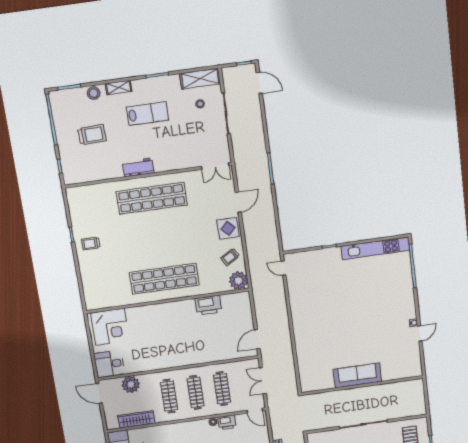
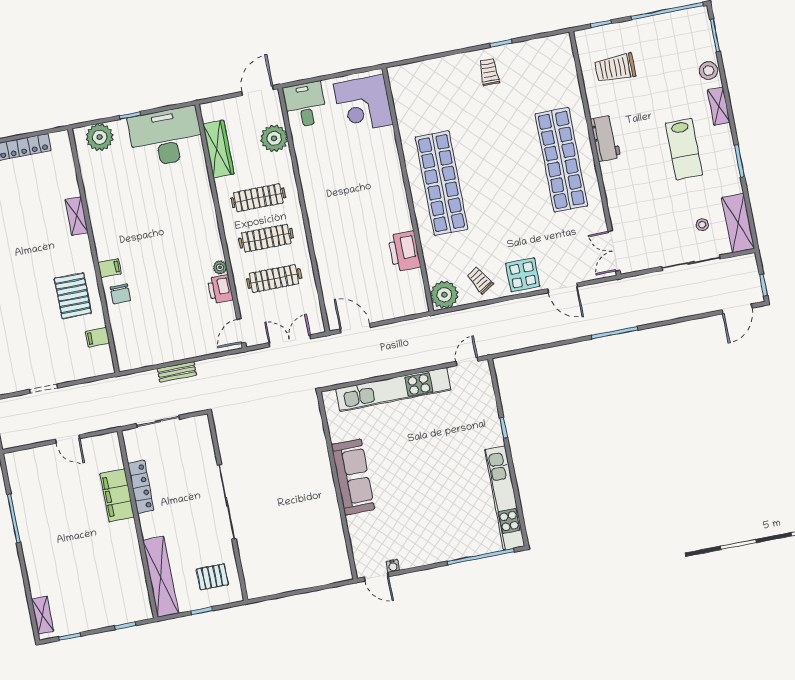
trolley: (92, 135) -> (615, 68), moved, turned 92
kitchen unit: (299, 317) -> (393, 389), added
sofa: (357, 375) -> (353, 477), moved
wall: (362, 386) -> (337, 486), moved

